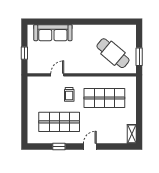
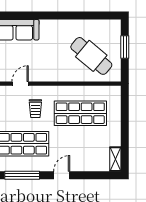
window: (139, 57) -> (125, 47), moved
window: (59, 146) -> (22, 175), width x2.17

